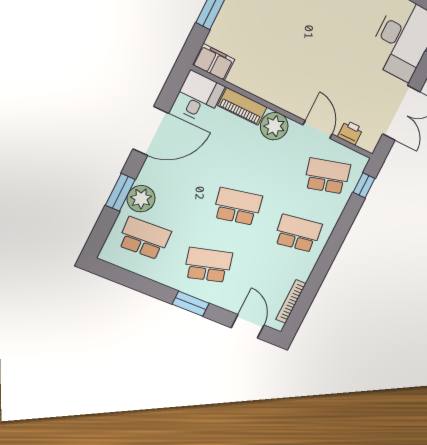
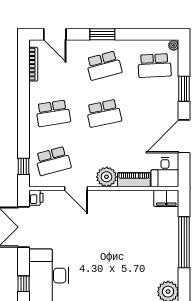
printer: (350, 133) -> (36, 198), moved, turned -90
plant: (141, 199) -> (174, 45), moved, width x0.53, depth x0.53

